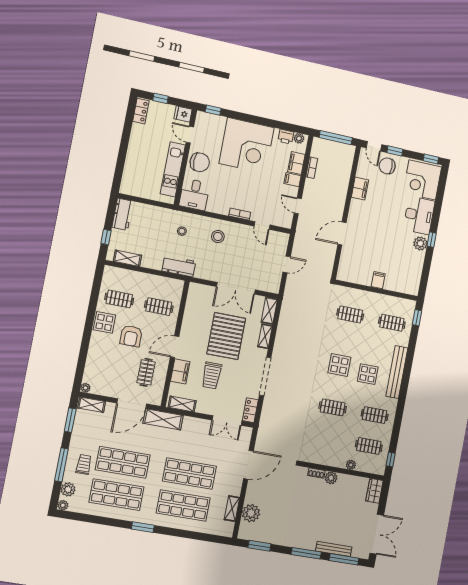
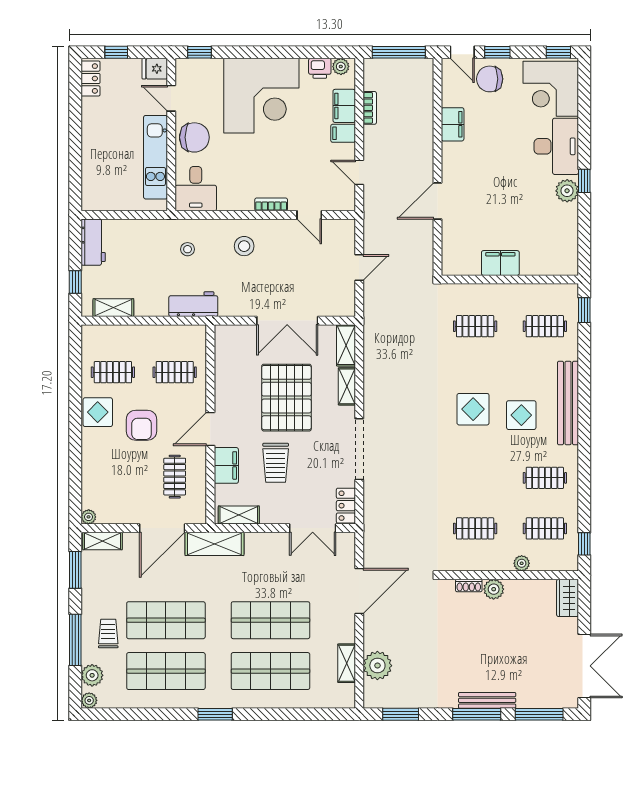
filing cabinet: (378, 280) -> (500, 263), width x2.00
clothes rail: (333, 407) -> (475, 528), moved
bench: (334, 549) -> (487, 700), moved

